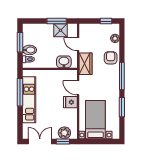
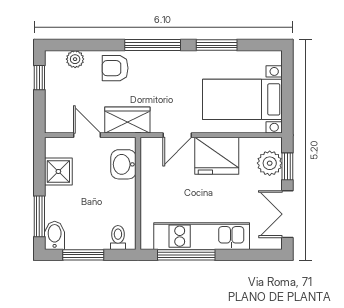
window: (57, 21) -> (39, 216), moved
door: (78, 44) -> (87, 135), swing flipped
bidet: (29, 50) -> (55, 235), moved
fridge: (70, 102) -> (217, 156), width x1.88, depth x1.34

